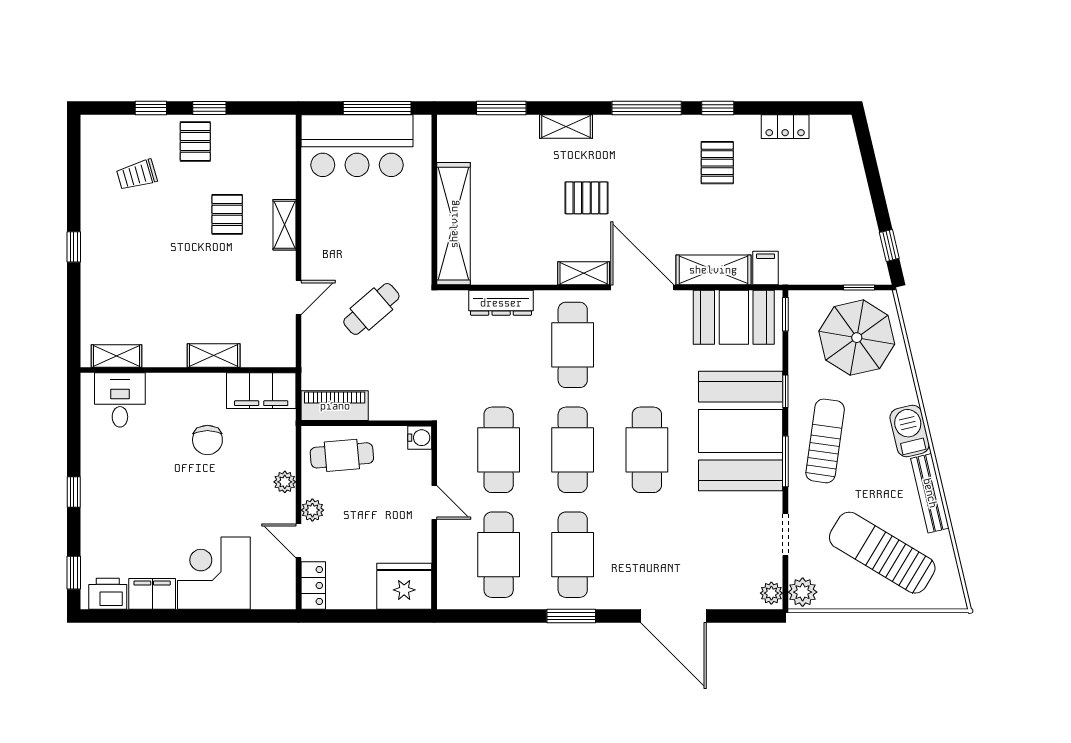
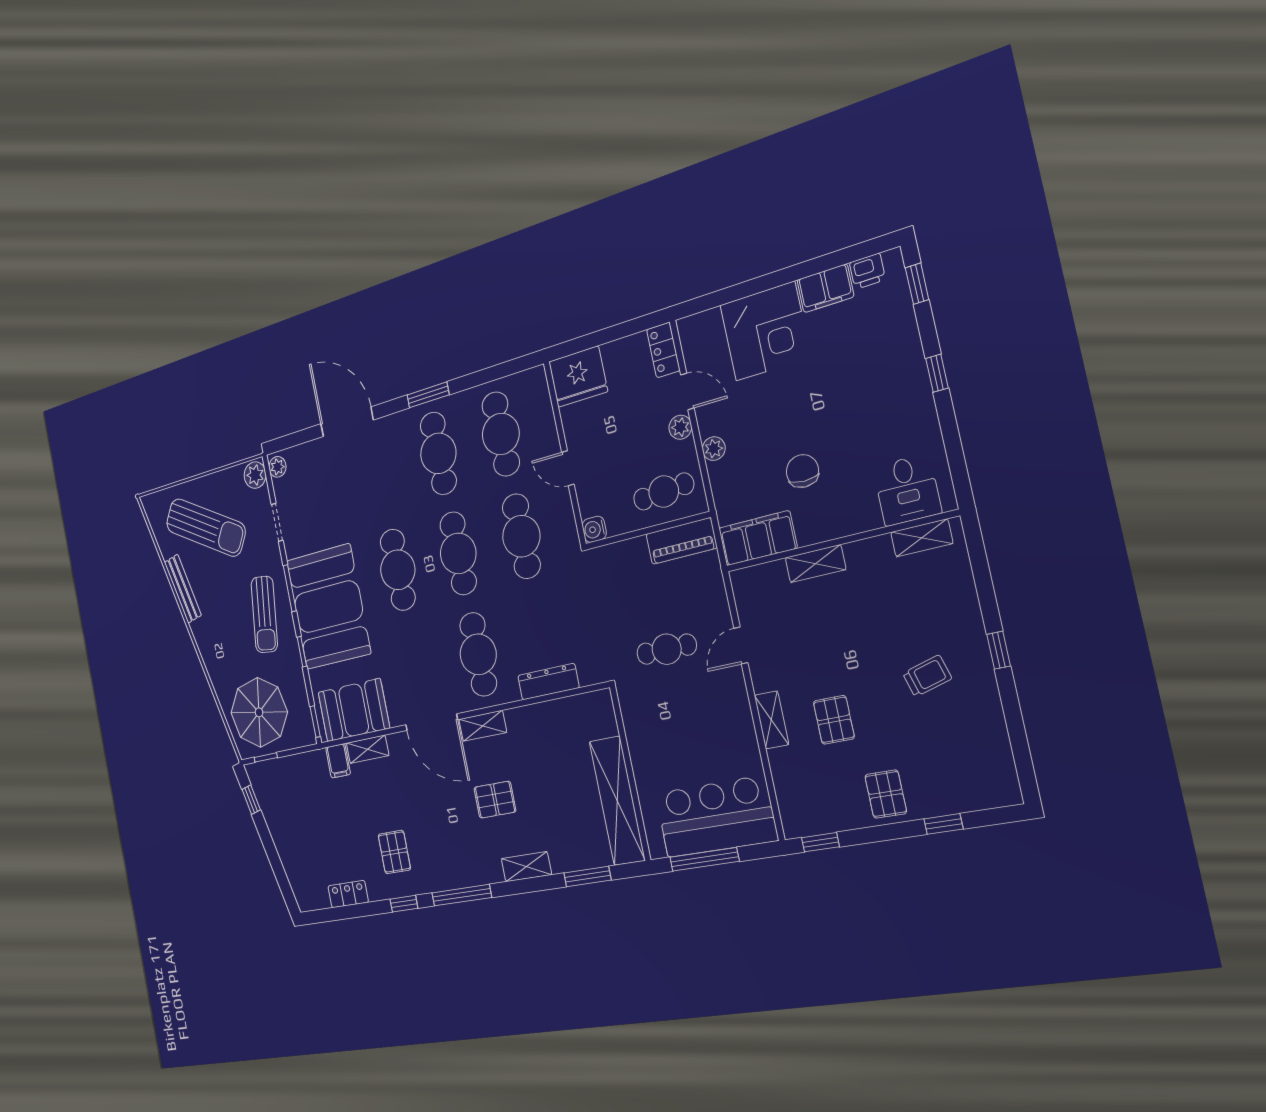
window: (209, 108) -> (820, 842), moved
trolley: (137, 175) -> (927, 676), moved
shelving: (454, 224) -> (617, 801), moved
shelving: (713, 270) -> (368, 749), width x0.67, depth x0.75
cafe table: (371, 309) -> (667, 649), turned 41
barbecue: (910, 431) -> (207, 639), removed
printer: (108, 594) -> (867, 271), width x0.73, depth x0.81

